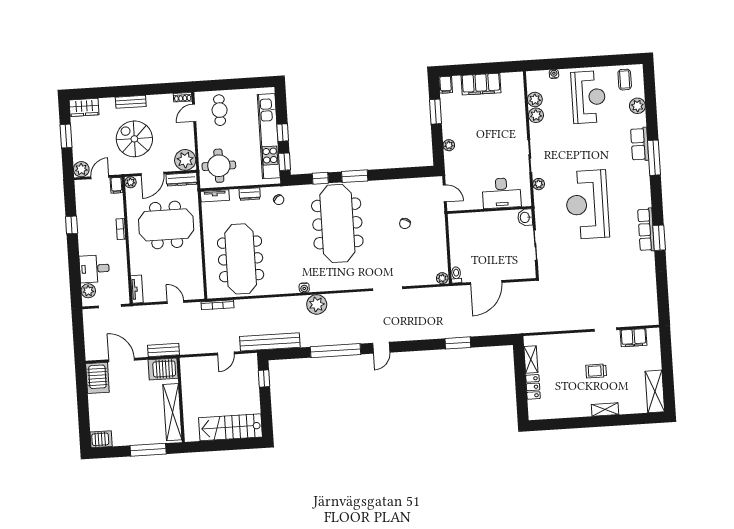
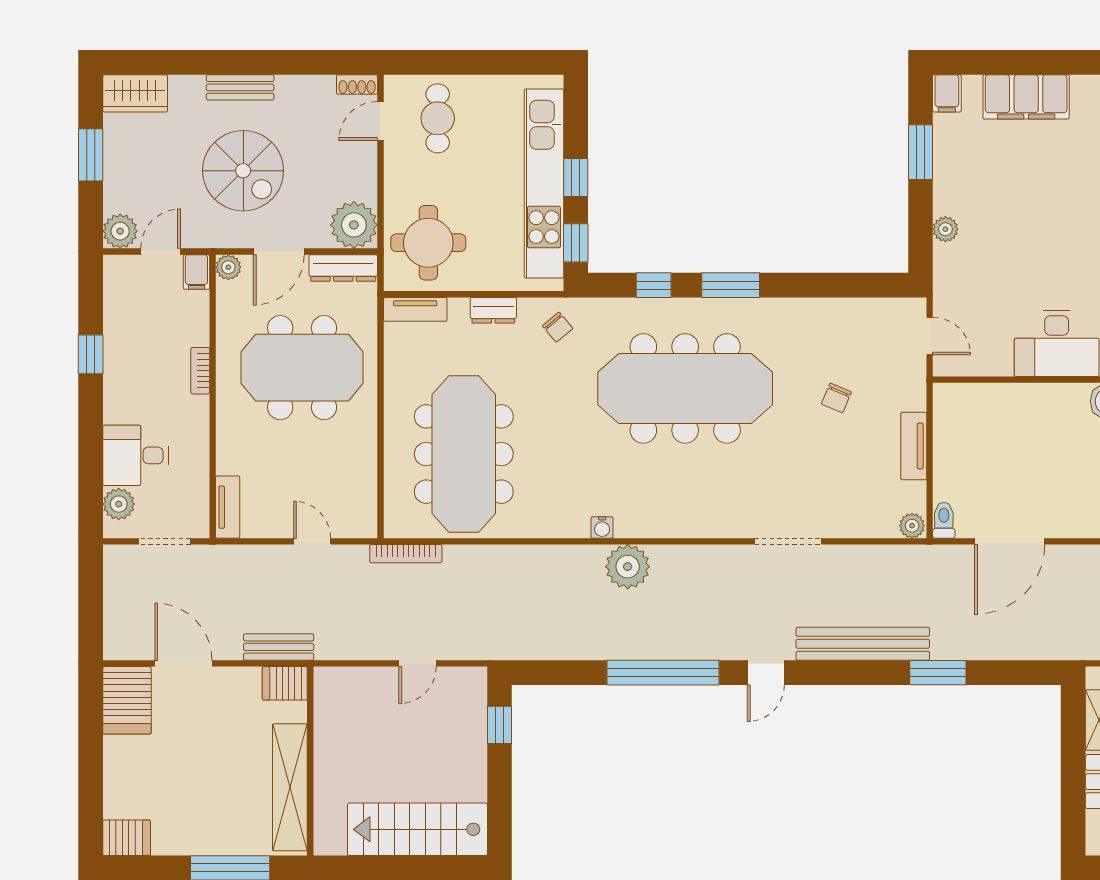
spiral stairs: (134, 139) -> (243, 171), turned 180
meeting table: (337, 223) -> (685, 388), turned 90
tv unit: (441, 243) -> (914, 446), added
bench: (270, 342) -> (863, 644), moved
server rack: (163, 369) -> (285, 683), width x0.73, depth x0.70

